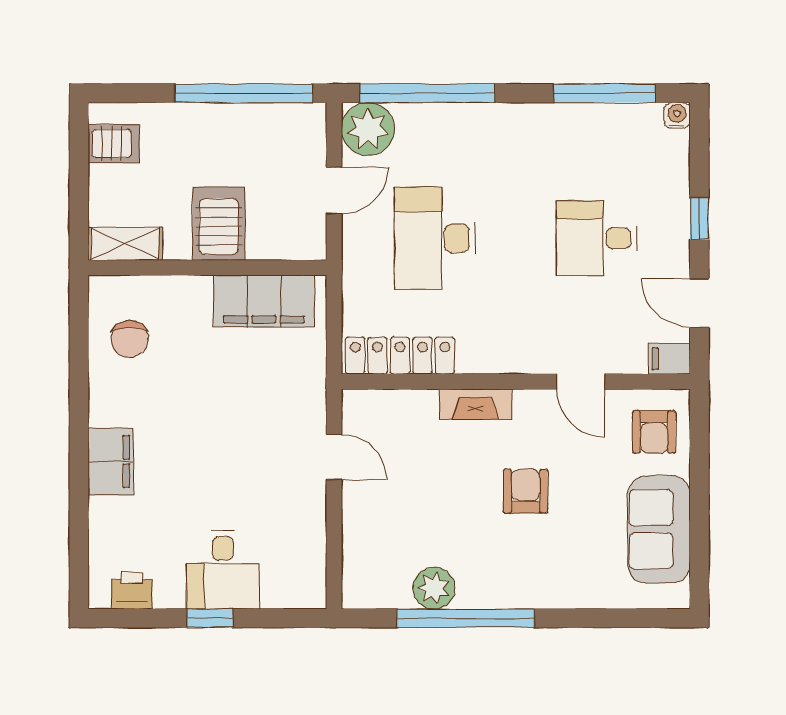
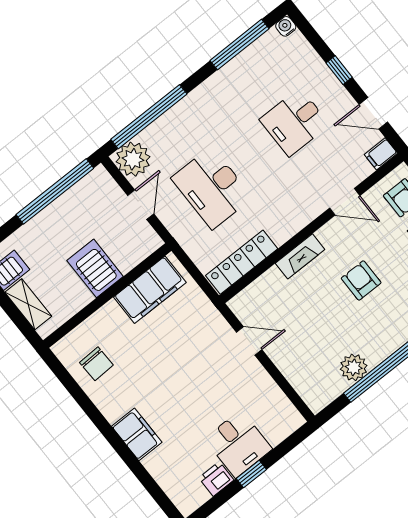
shelving: (125, 244) -> (28, 304), moved, turned 90
printer: (132, 591) -> (216, 479), moved

